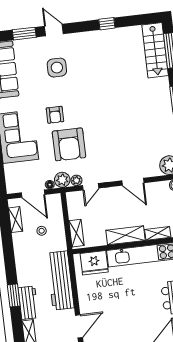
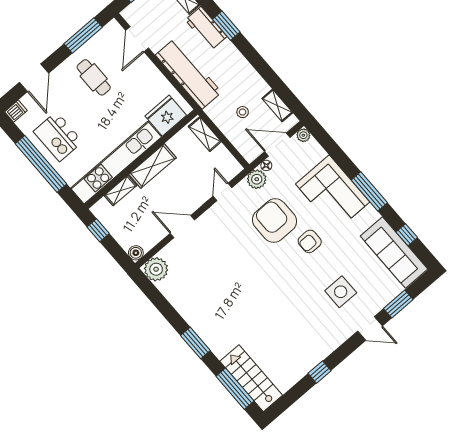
armchair: (55, 115) -> (310, 241), turned -90
plant: (76, 180) -> (303, 135), moved
cafe table: (125, 320) -> (94, 77), added

